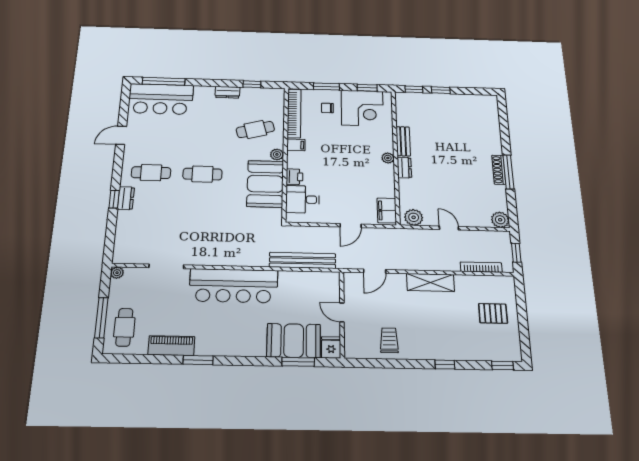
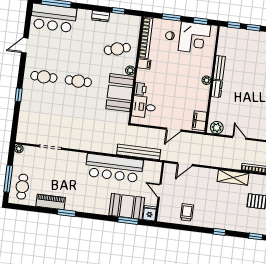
dresser: (126, 198) -> (26, 95), removed
shelving: (430, 282) -> (233, 177), moved
bar counter: (234, 286) -> (114, 168), moved

